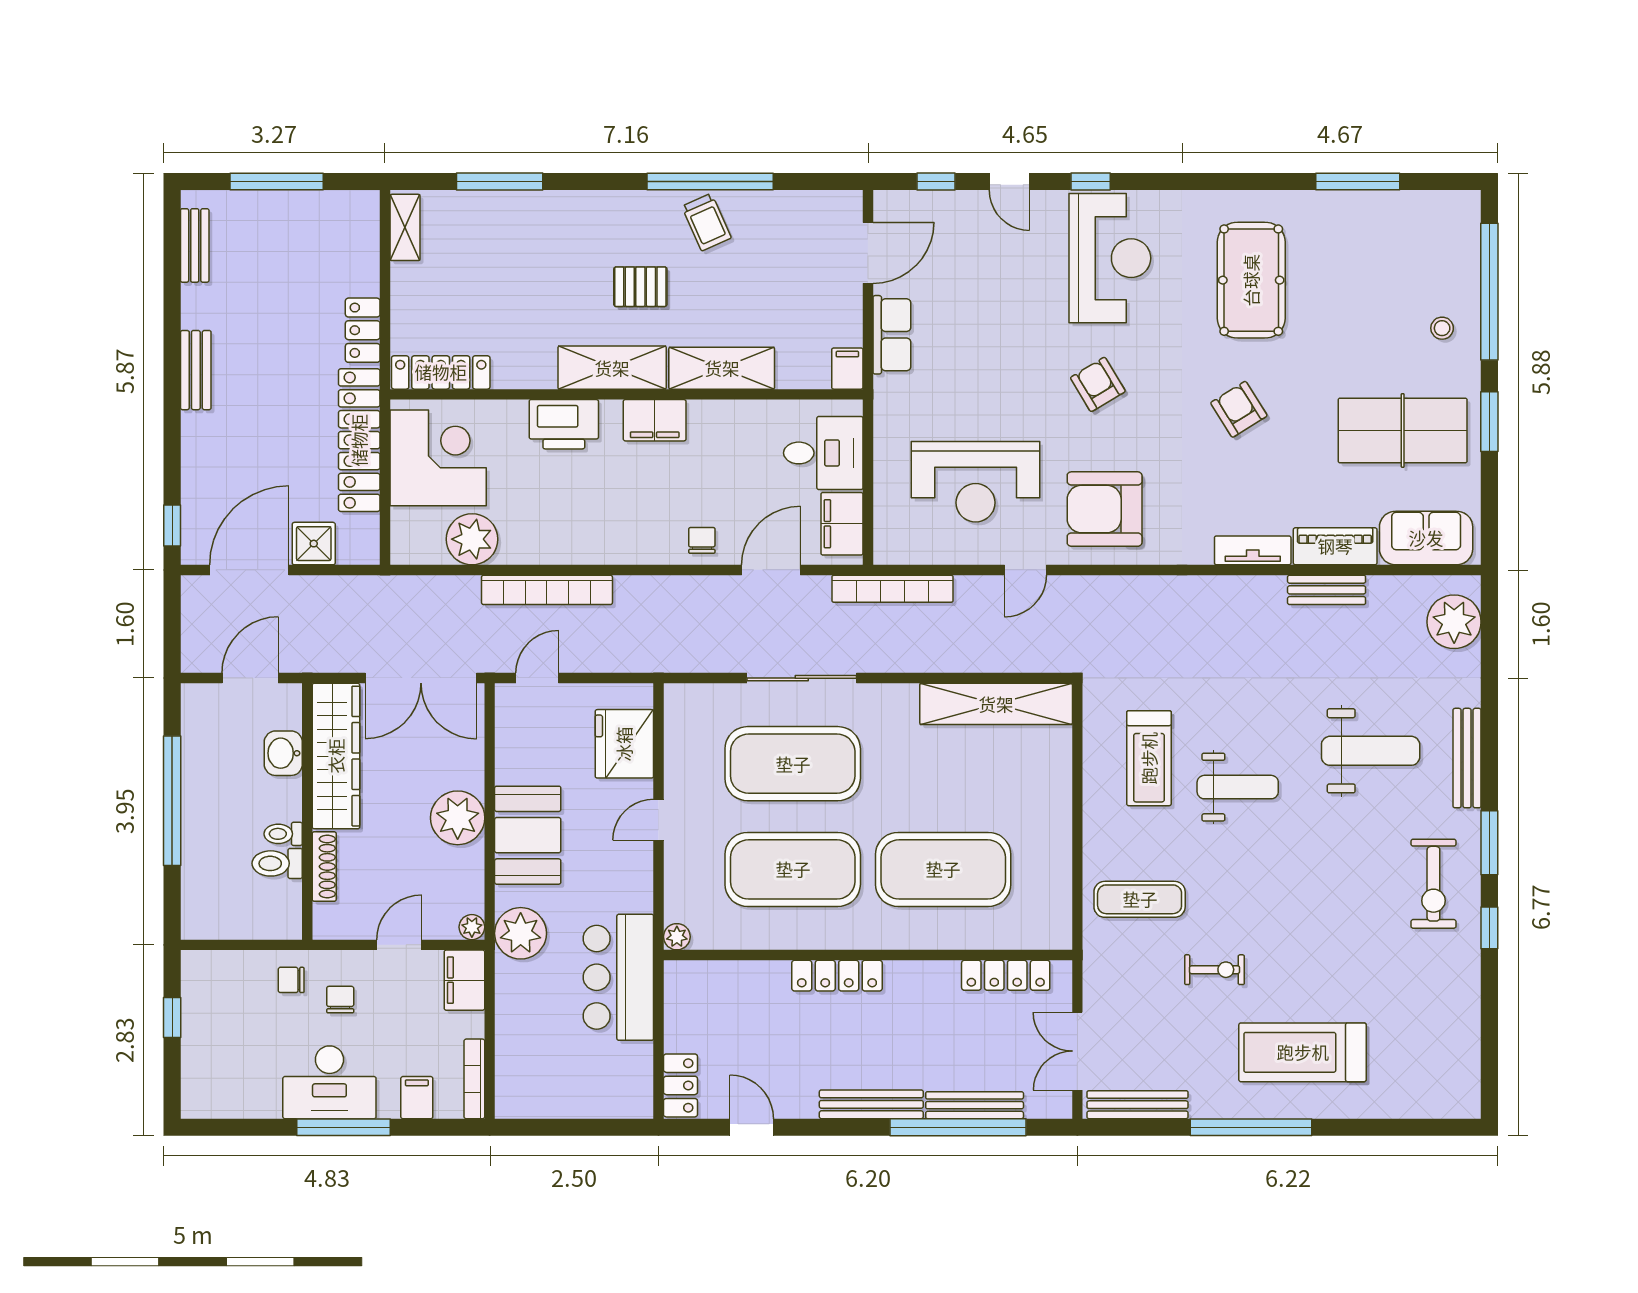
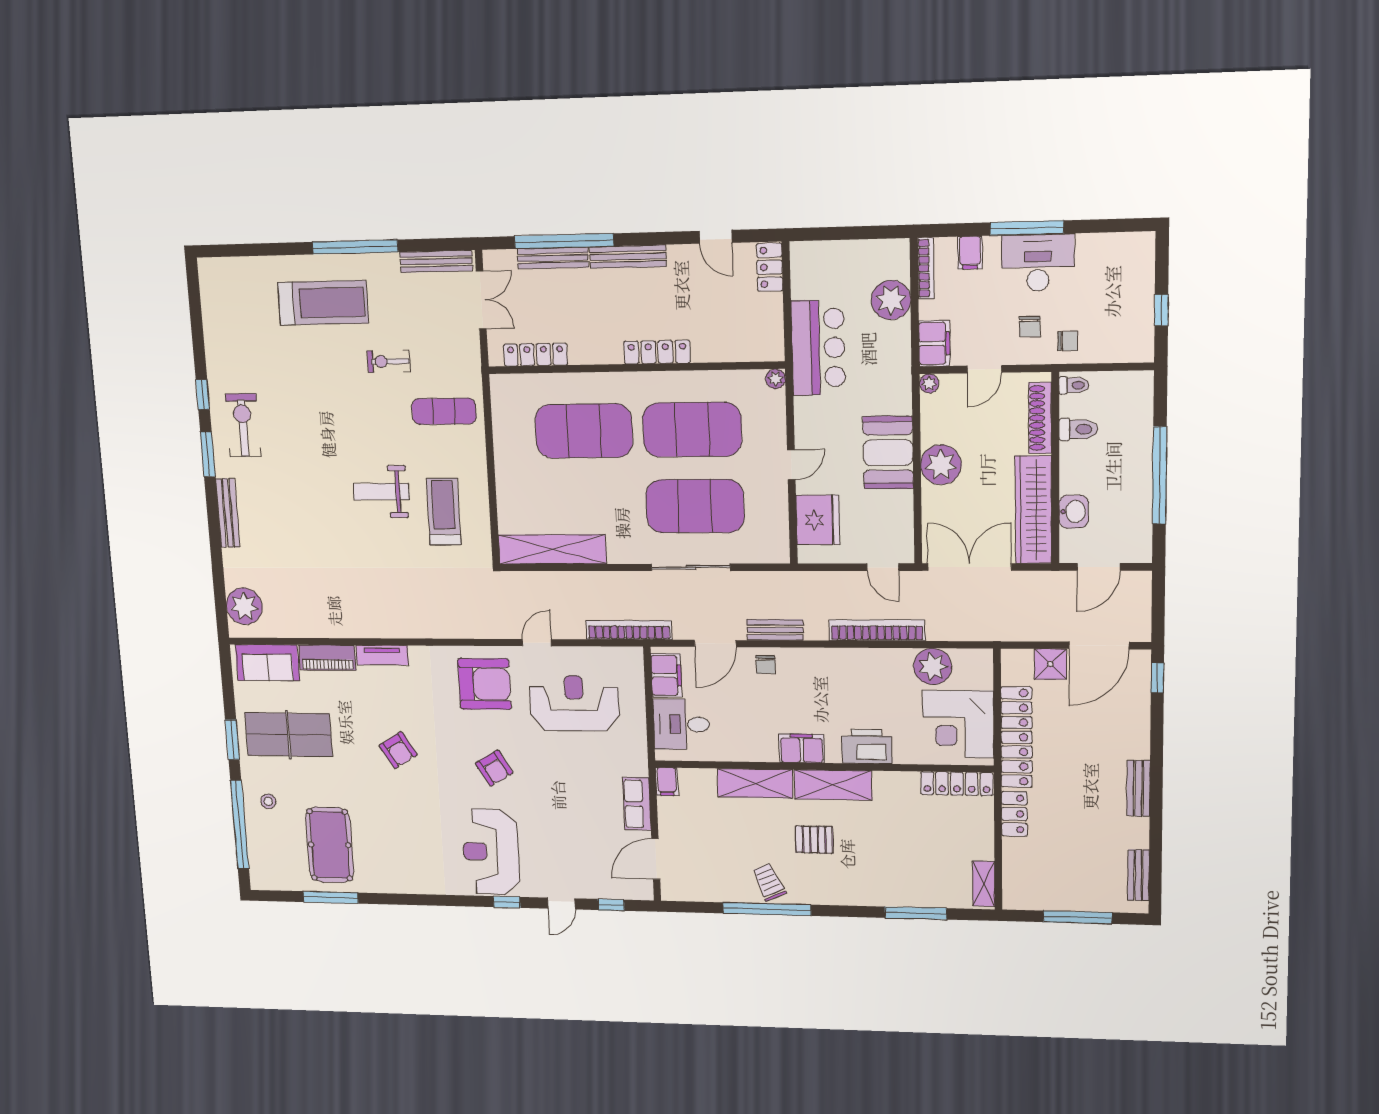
door: (1009, 182) -> (561, 904), swing flipped
pool table: (1251, 280) -> (330, 845), moved
bench: (1327, 590) -> (775, 630), moved
door: (537, 678) -> (883, 567), hinge flipped
weight bench: (1371, 751) -> (293, 518), removed
toilet: (283, 834) -> (1074, 385), moved
shoe rack: (324, 867) -> (1040, 418), width x1.36, depth x1.24
plant: (521, 933) -> (891, 300), moved

